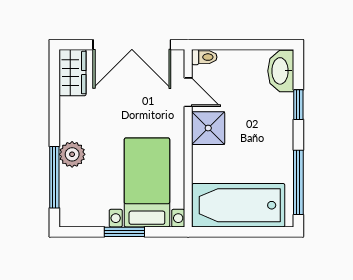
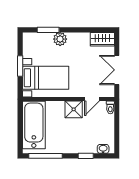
double door: (132, 45) -> (117, 70), width x0.73
washbasin: (281, 71) -> (103, 149), width x0.52, depth x0.69
window: (54, 177) -> (48, 30), width x0.69

